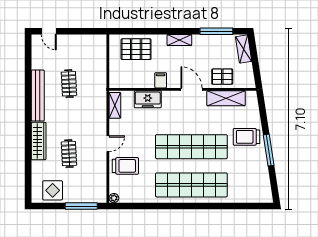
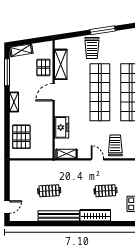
filing cabinet: (161, 80) -> (46, 117), removed

